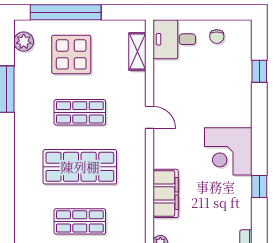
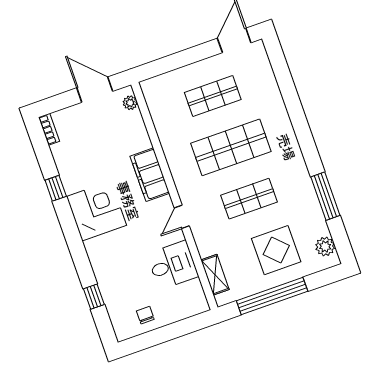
window: (66, 12) -> (272, 296), moved
desk: (174, 39) -> (173, 265), moved
door: (149, 117) -> (182, 217), hinge flipped
filing cabinet: (166, 193) -> (150, 175), moved

